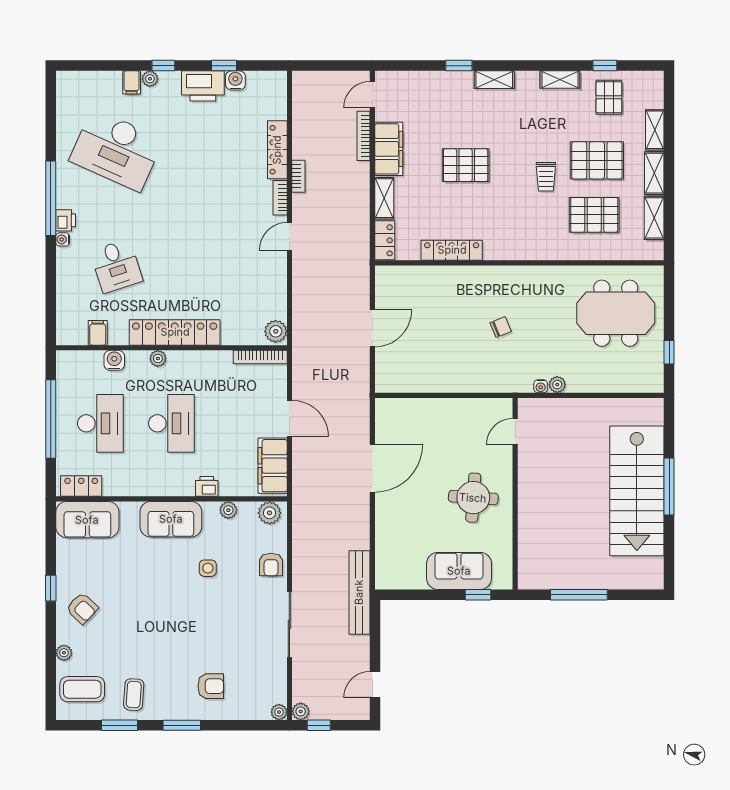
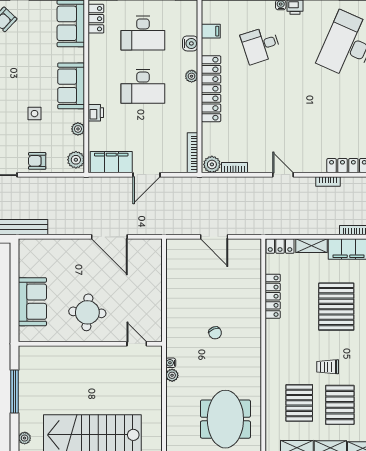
pallet: (466, 165) -> (336, 307), width x1.37, depth x1.41
bookcase: (280, 198) -> (235, 168), moved
plant: (641, 581) -> (25, 438), added
window: (478, 595) -> (15, 316), removed

